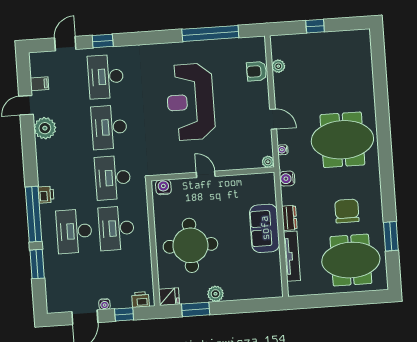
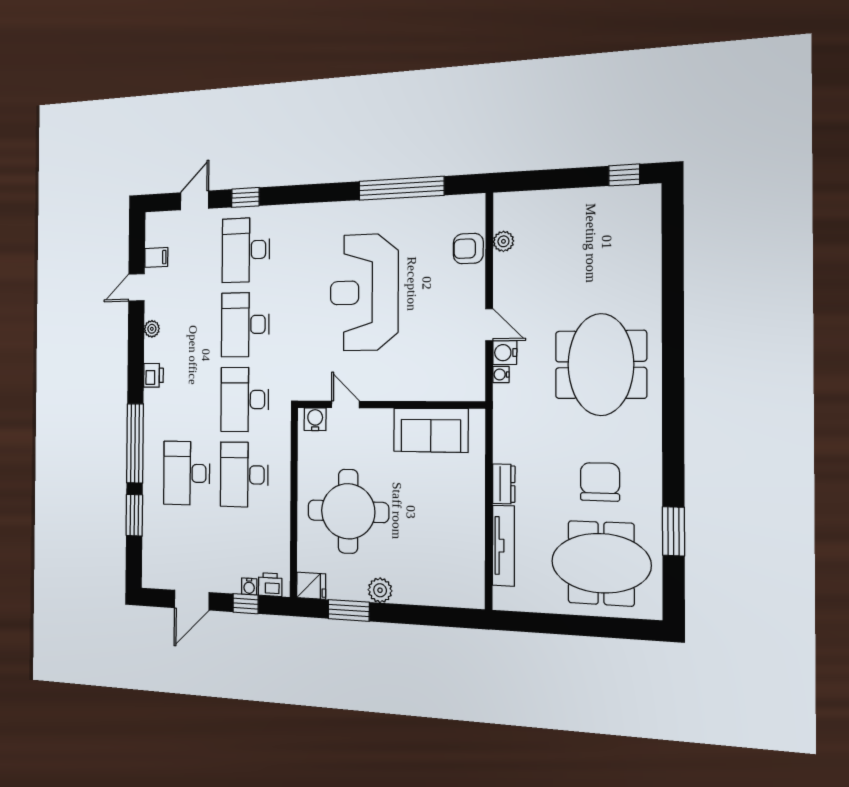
window: (315, 26) -> (624, 175), moved
plant: (45, 128) -> (152, 329), width x0.53, depth x0.53
meeting table: (342, 140) -> (601, 365), turned 90
plant: (268, 162) -> (476, 392), removed
door: (206, 174) -> (345, 404), moved
water cooler: (287, 179) -> (505, 353), moved
printer: (46, 195) -> (153, 375), moved
sofa: (265, 228) -> (431, 430), moved, turned -90
water cooler: (104, 304) -> (249, 586), moved

